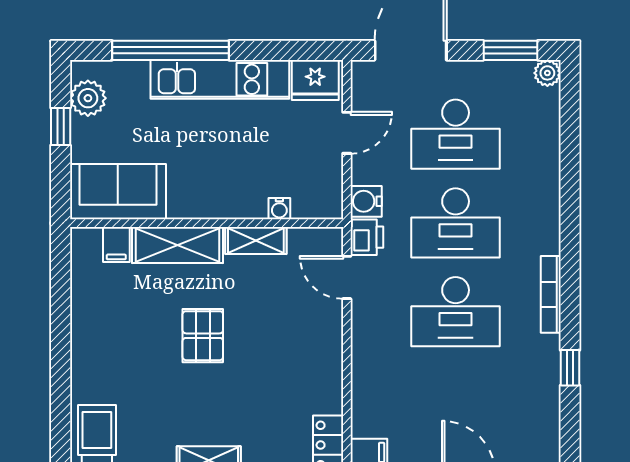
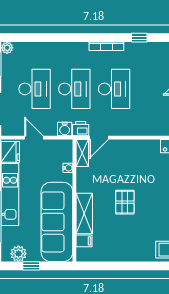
sofa: (118, 192) -> (57, 222), width x1.85, depth x1.27
shelving: (256, 241) -> (82, 153), moved
pallet: (203, 336) -> (125, 202), turned 90

